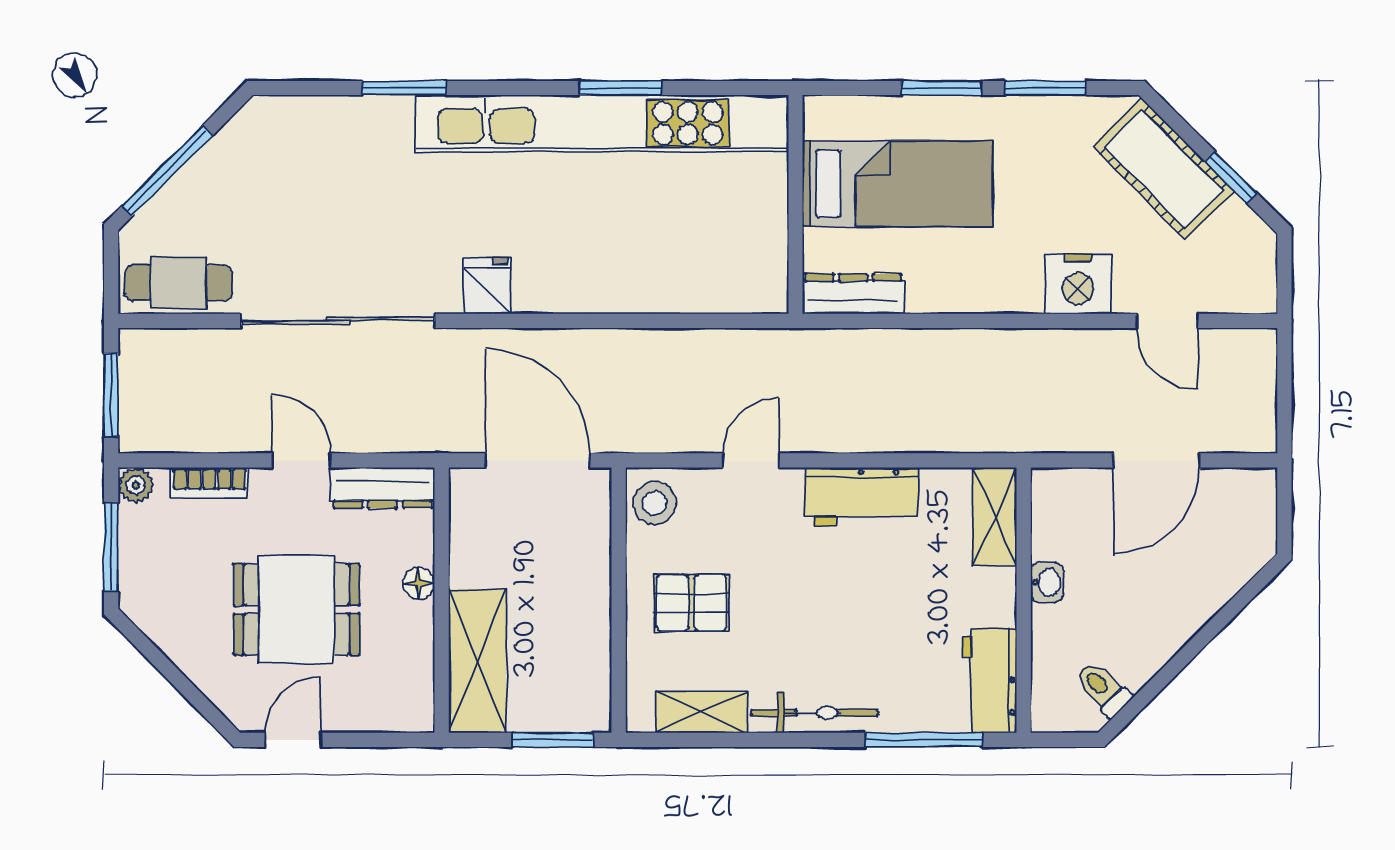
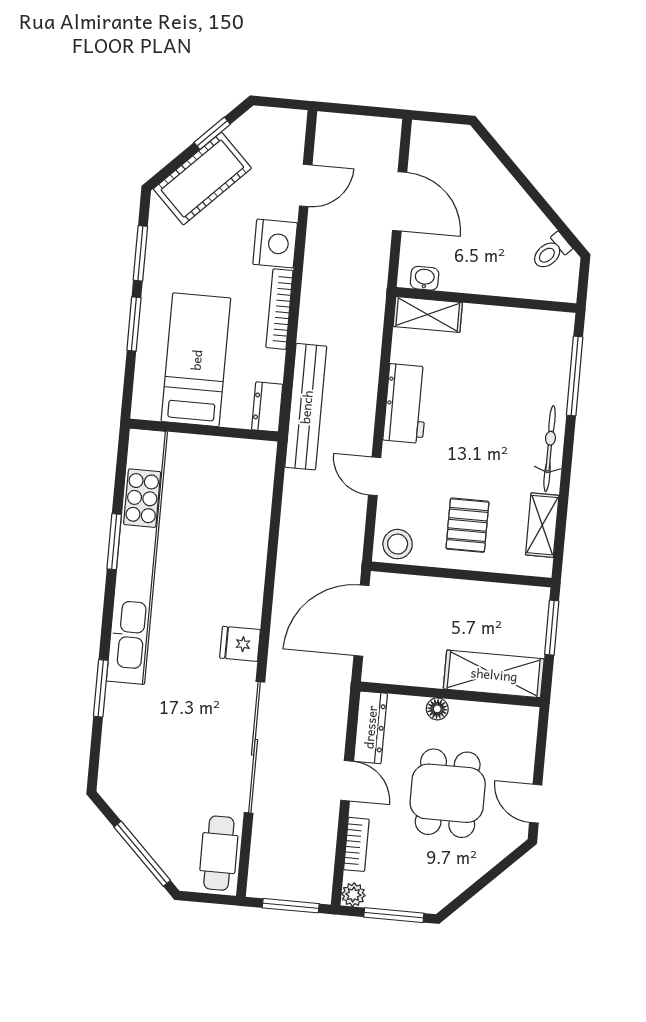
dresser: (853, 294) -> (267, 407), width x0.70
bookcase: (983, 299) -> (279, 309), added
bench: (843, 351) -> (306, 407), added
door: (301, 460) -> (347, 781), swing flipped
washbasin: (1047, 582) -> (425, 278), moved
workbench: (990, 680) -> (538, 328), removed

